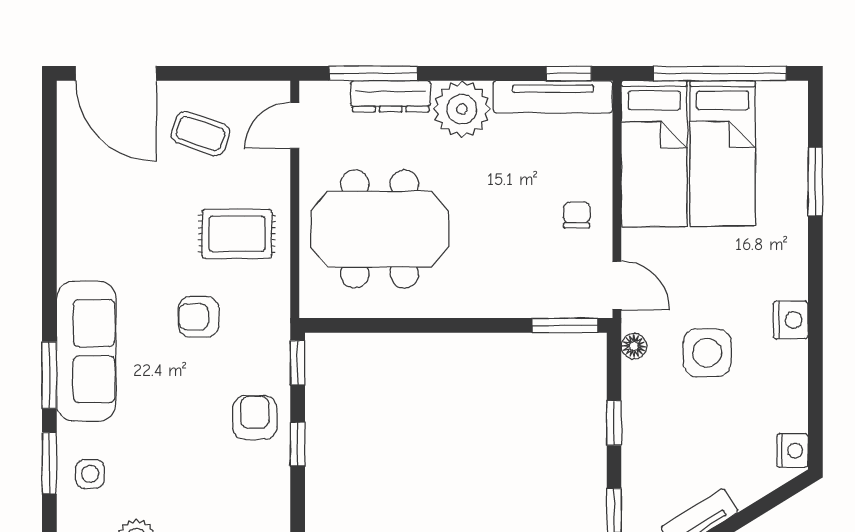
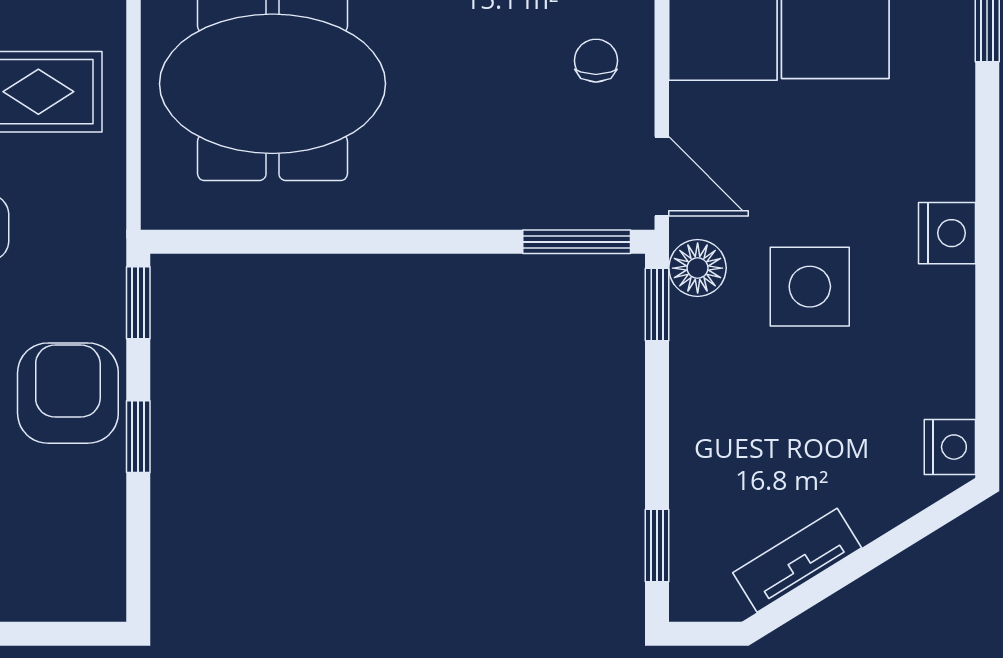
floor lamp: (634, 346) -> (698, 268), width x1.37, depth x1.37
armchair: (255, 418) -> (68, 393), width x1.38, depth x1.38
window: (614, 423) -> (657, 305), moved

